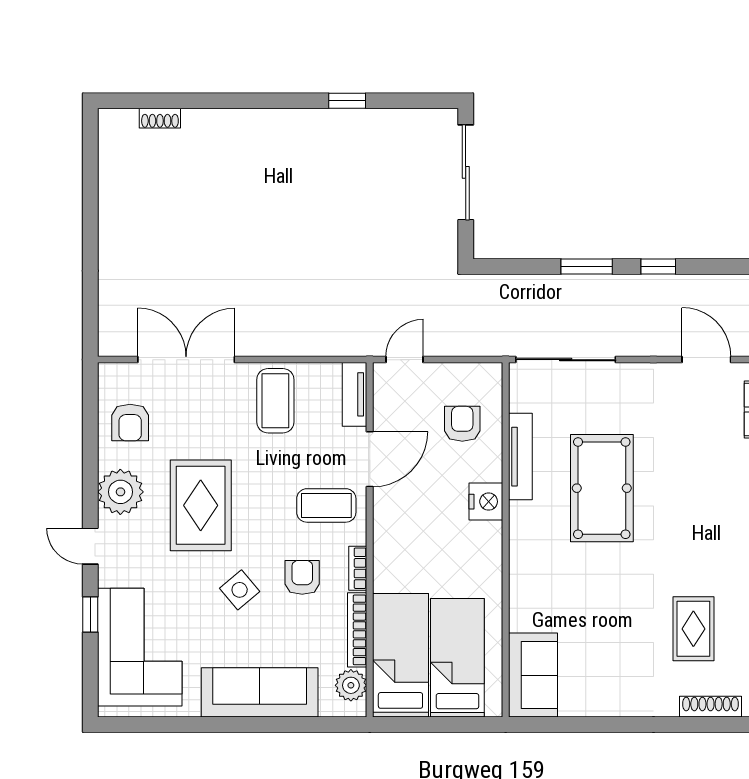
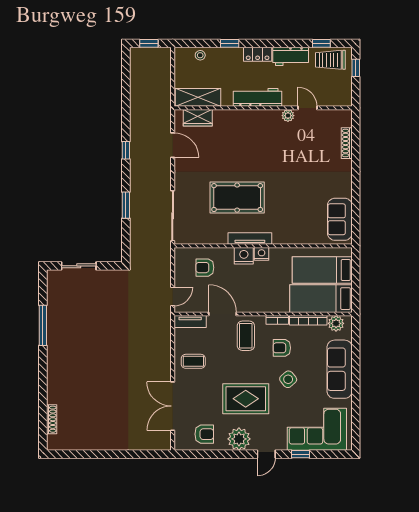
window: (347, 101) -> (43, 325), width x2.17
shoe rack: (160, 118) -> (52, 419), width x1.43
sliding door: (466, 172) -> (79, 266), width x0.73
window: (658, 266) -> (126, 150), moved
door: (405, 360) -> (173, 297), swing flipped
door: (706, 360) -> (173, 145), swing flipped
coffee table: (275, 401) -> (193, 361), width x0.73, depth x0.77
tv unit: (520, 457) -> (250, 238), moved
nightstand: (490, 537) -> (262, 254), added
rug: (693, 629) -> (308, 152), removed
sofa: (533, 675) -> (340, 219), moved, turned -90

